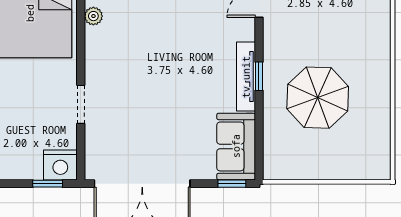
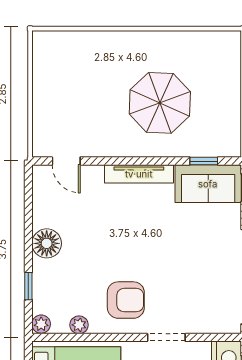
armchair: (119, 63) -> (126, 300), added
window: (259, 76) -> (204, 161), moved

